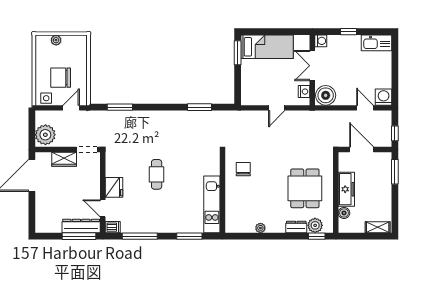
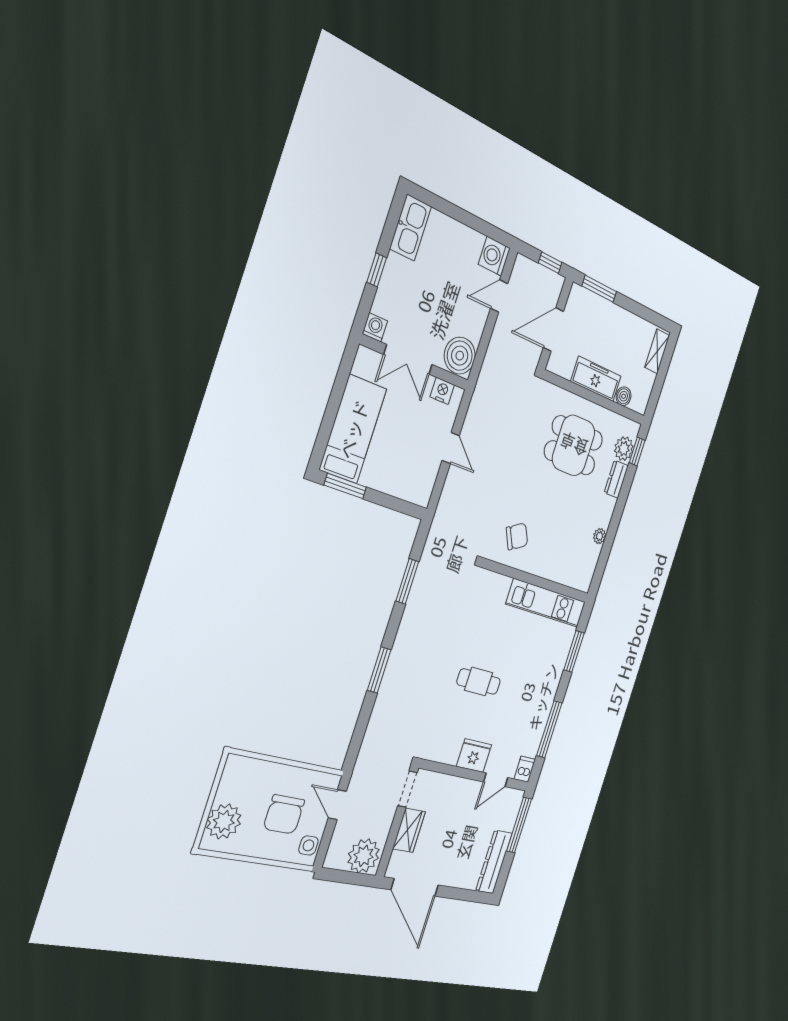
plant: (56, 40) -> (224, 821), width x1.87, depth x1.87
window: (120, 107) -> (379, 670), moved
chair: (243, 169) -> (517, 536), turned 152
dresser: (81, 226) -> (494, 862), moved

